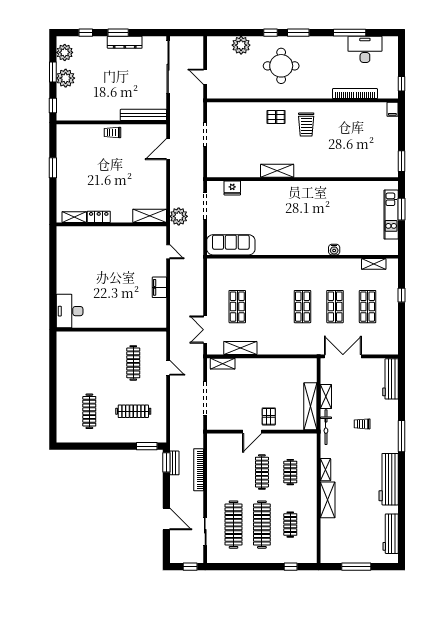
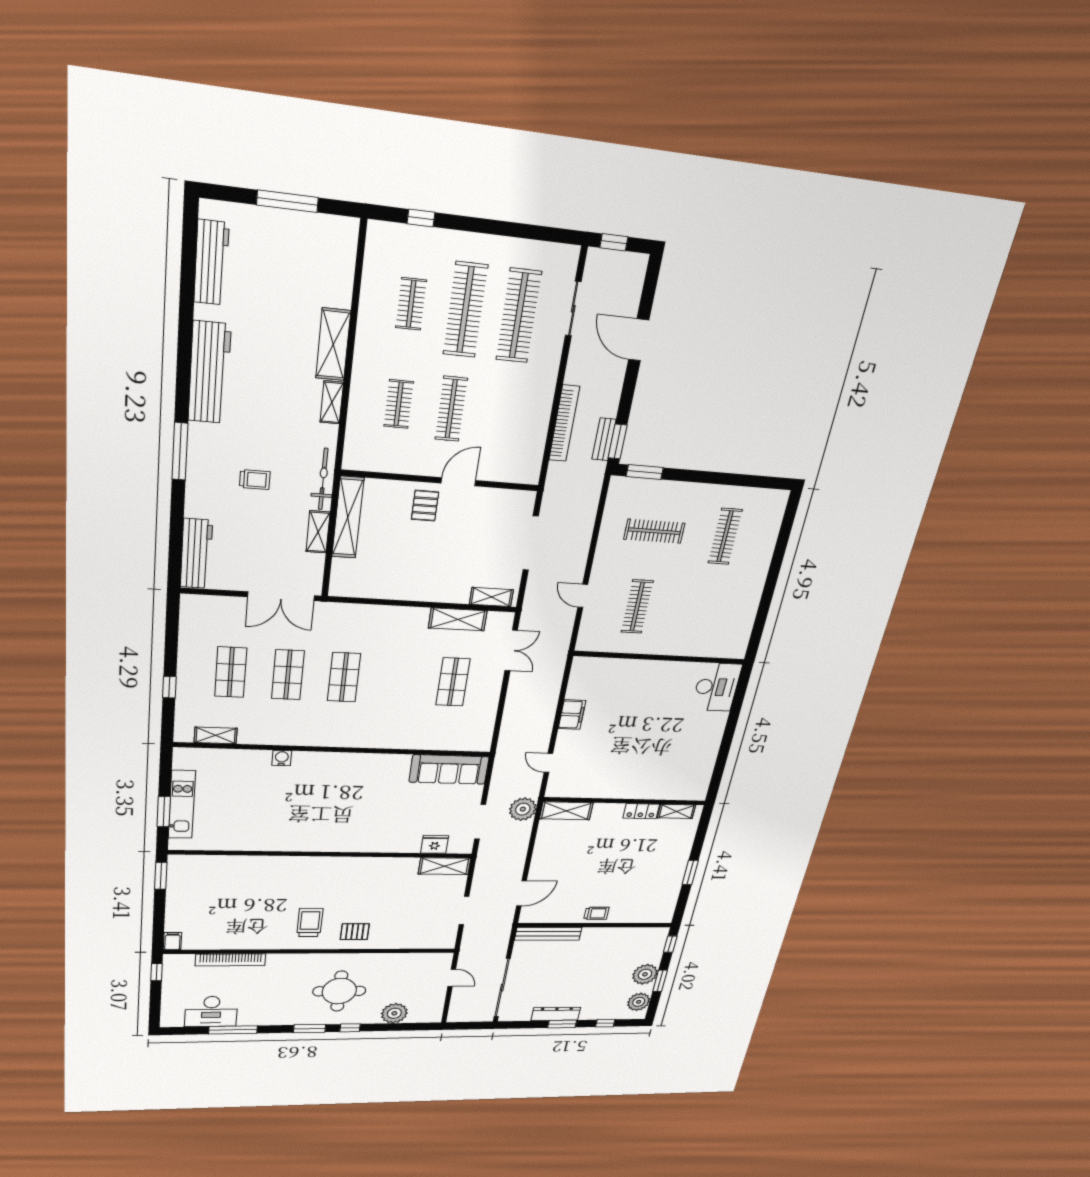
shelving: (277, 171) -> (445, 866), moved

